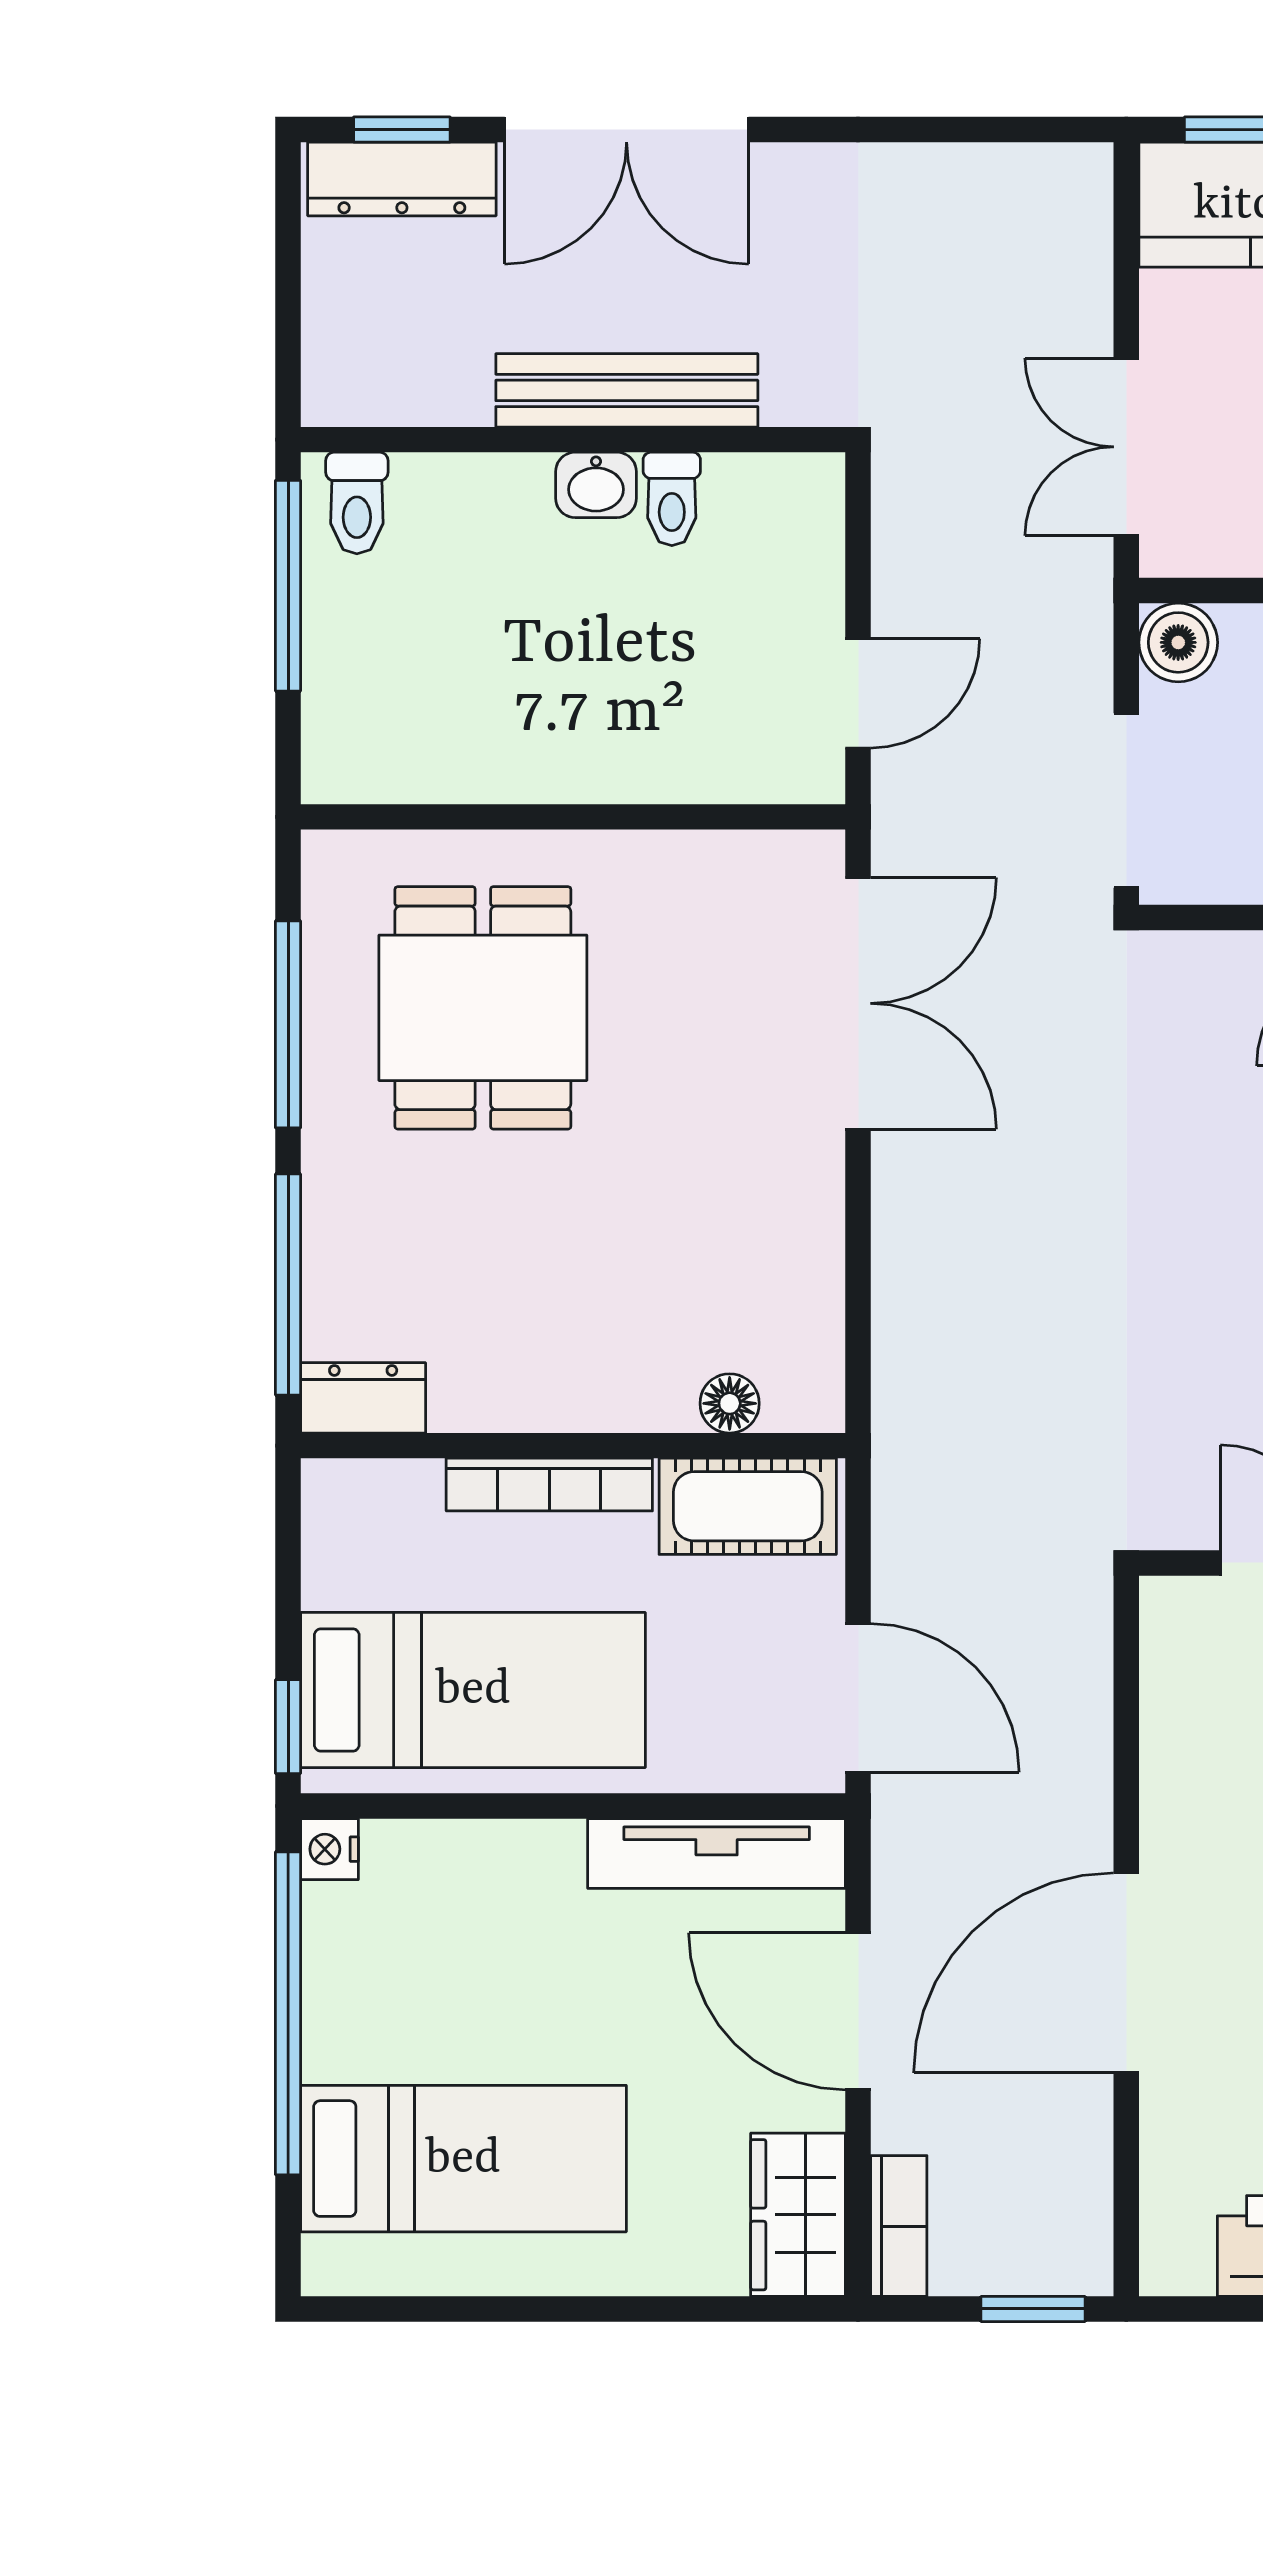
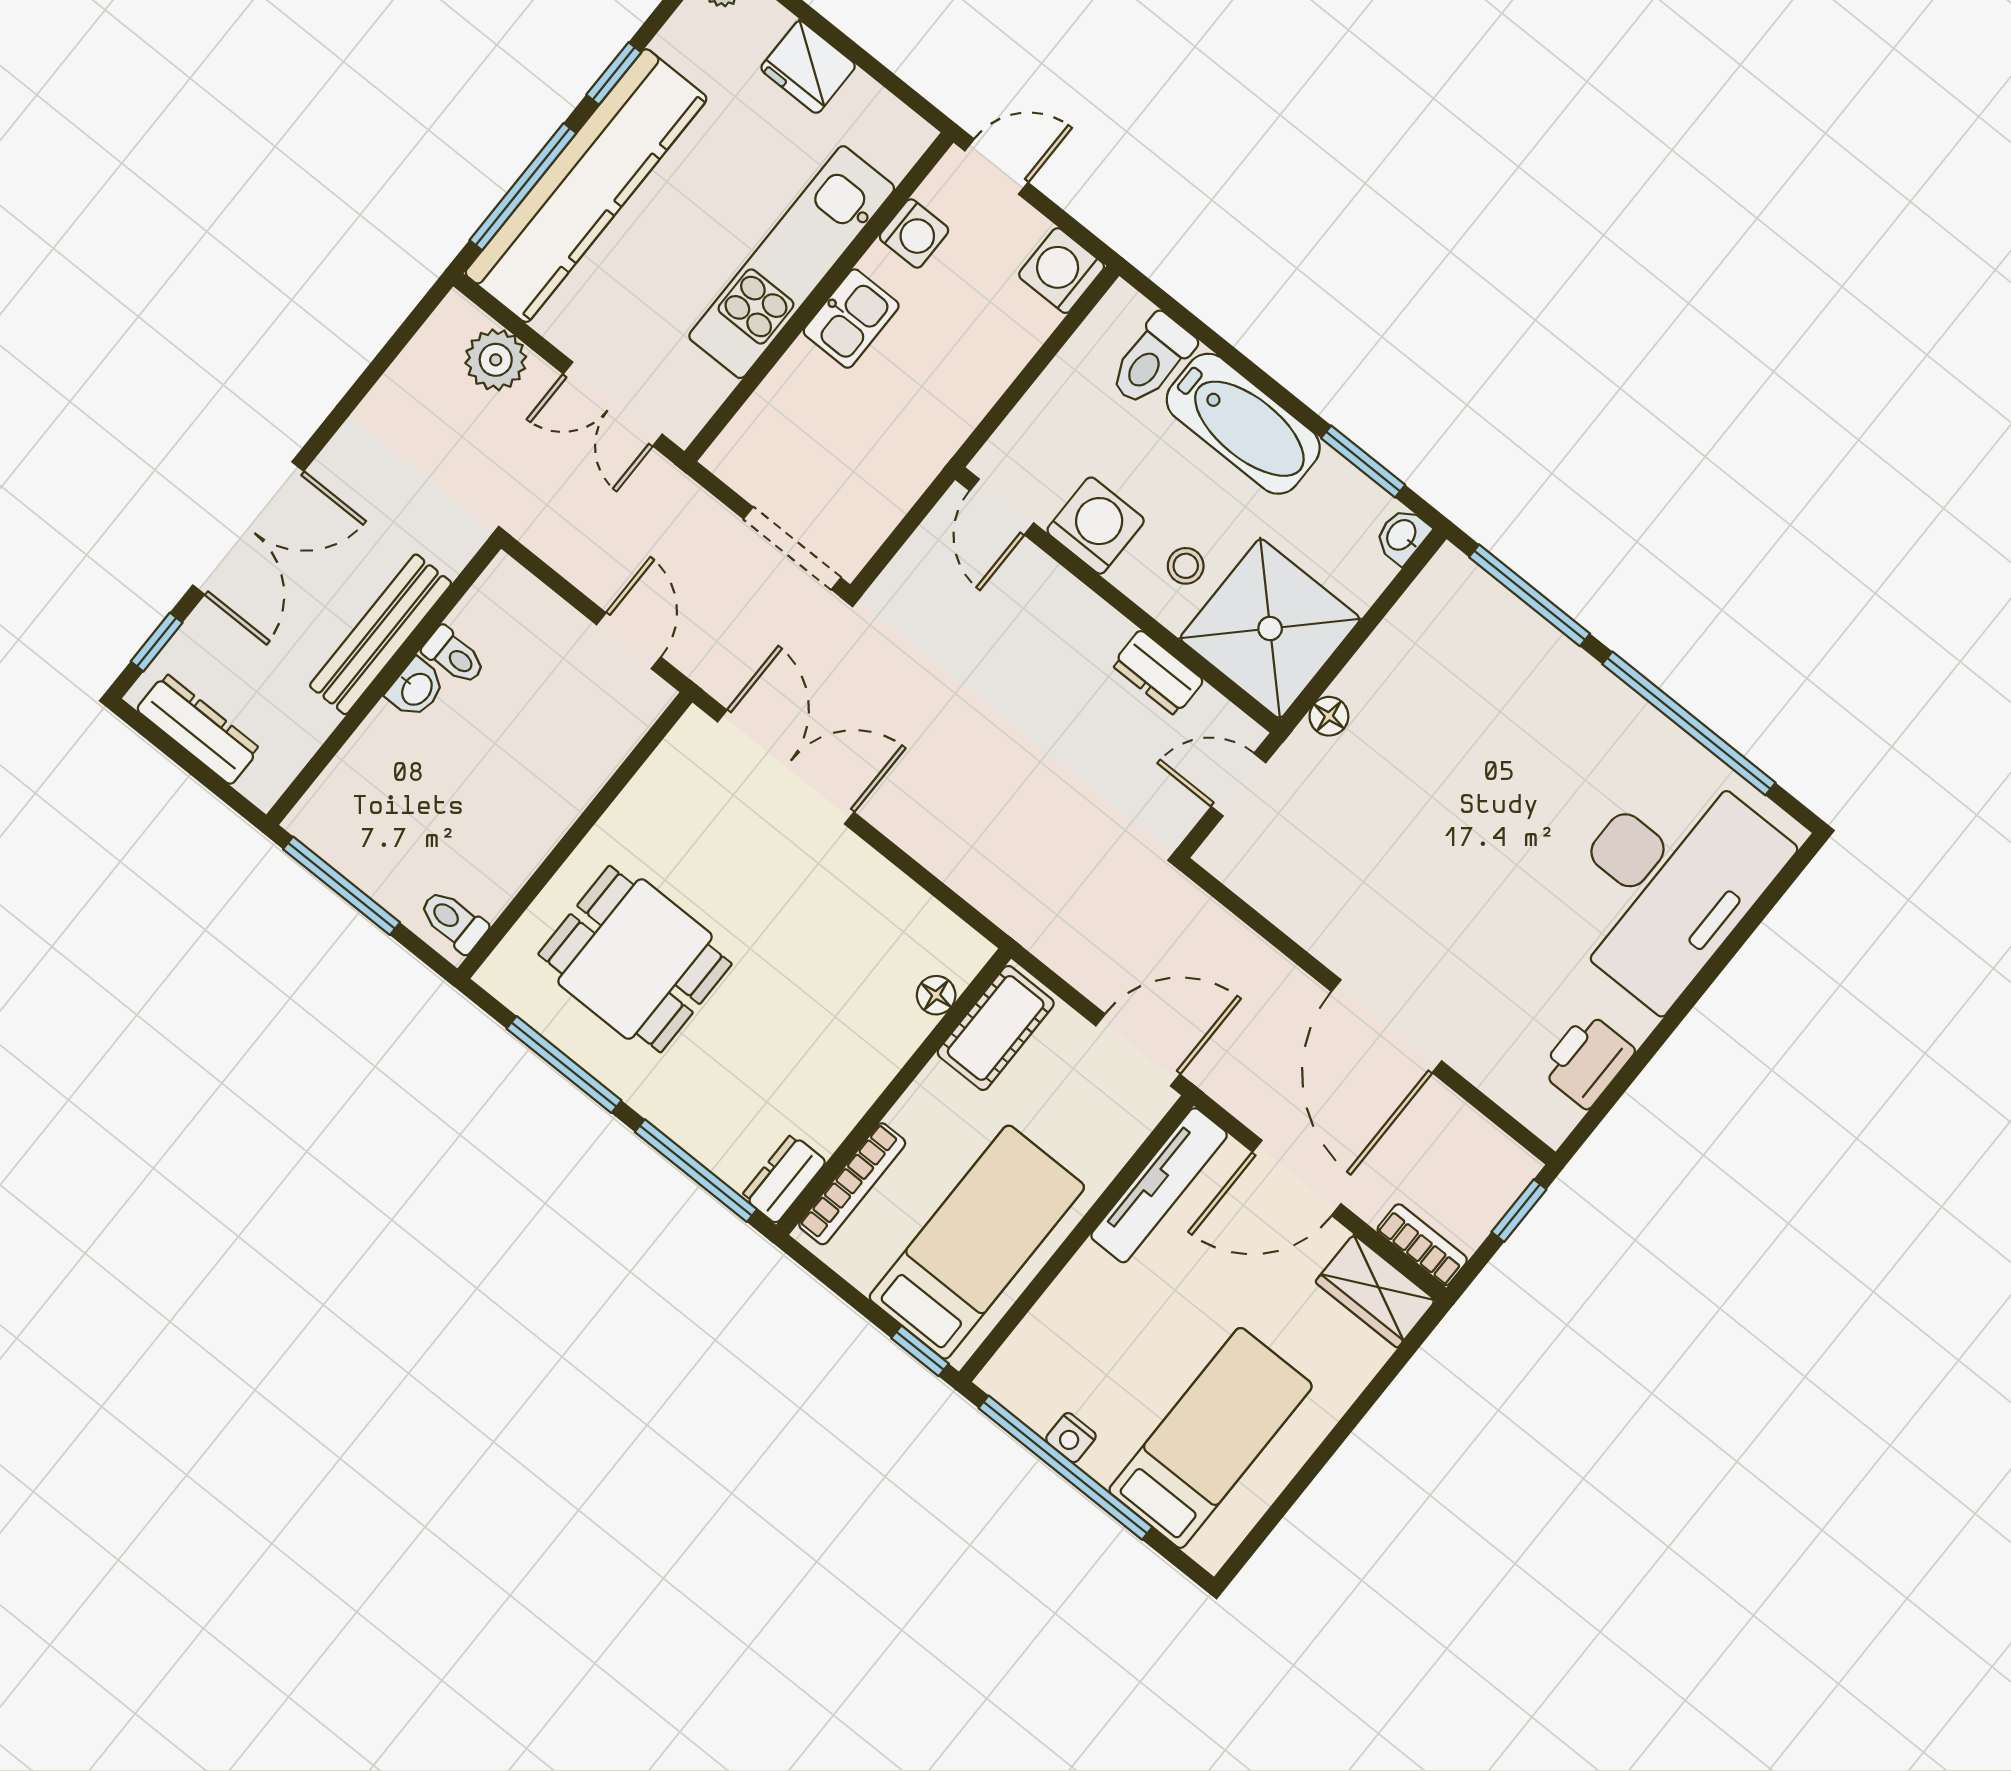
dresser: (402, 179) -> (198, 729), moved, turned -90
plant: (1066, 264) -> (496, 360), added
toilet: (357, 503) -> (453, 921), moved, turned 180
boiler: (1178, 642) -> (733, 458), removed
bookcase: (549, 1485) -> (852, 1184), moved
nightstand: (329, 1849) -> (1071, 1438), moved

